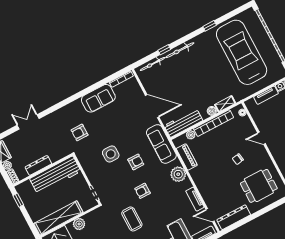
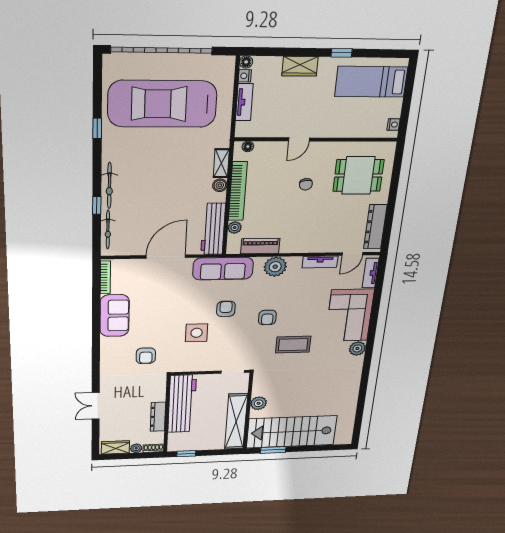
dining table: (259, 186) -> (358, 175), turned 90

